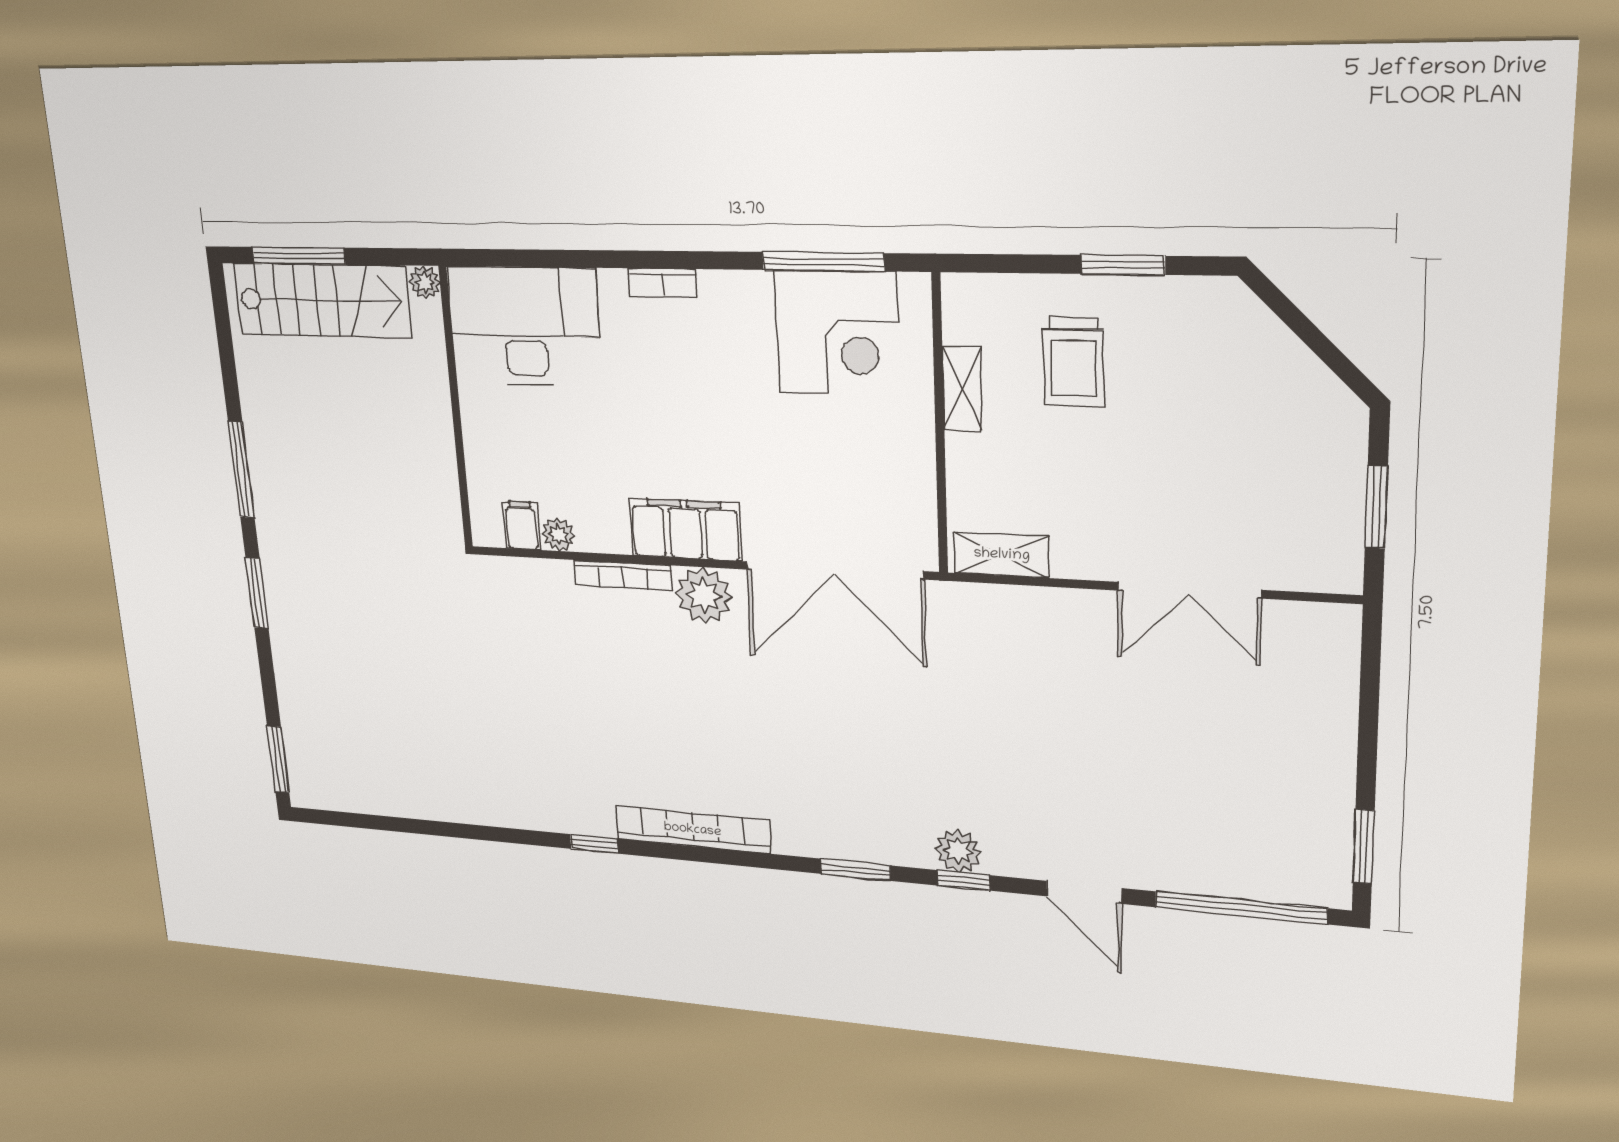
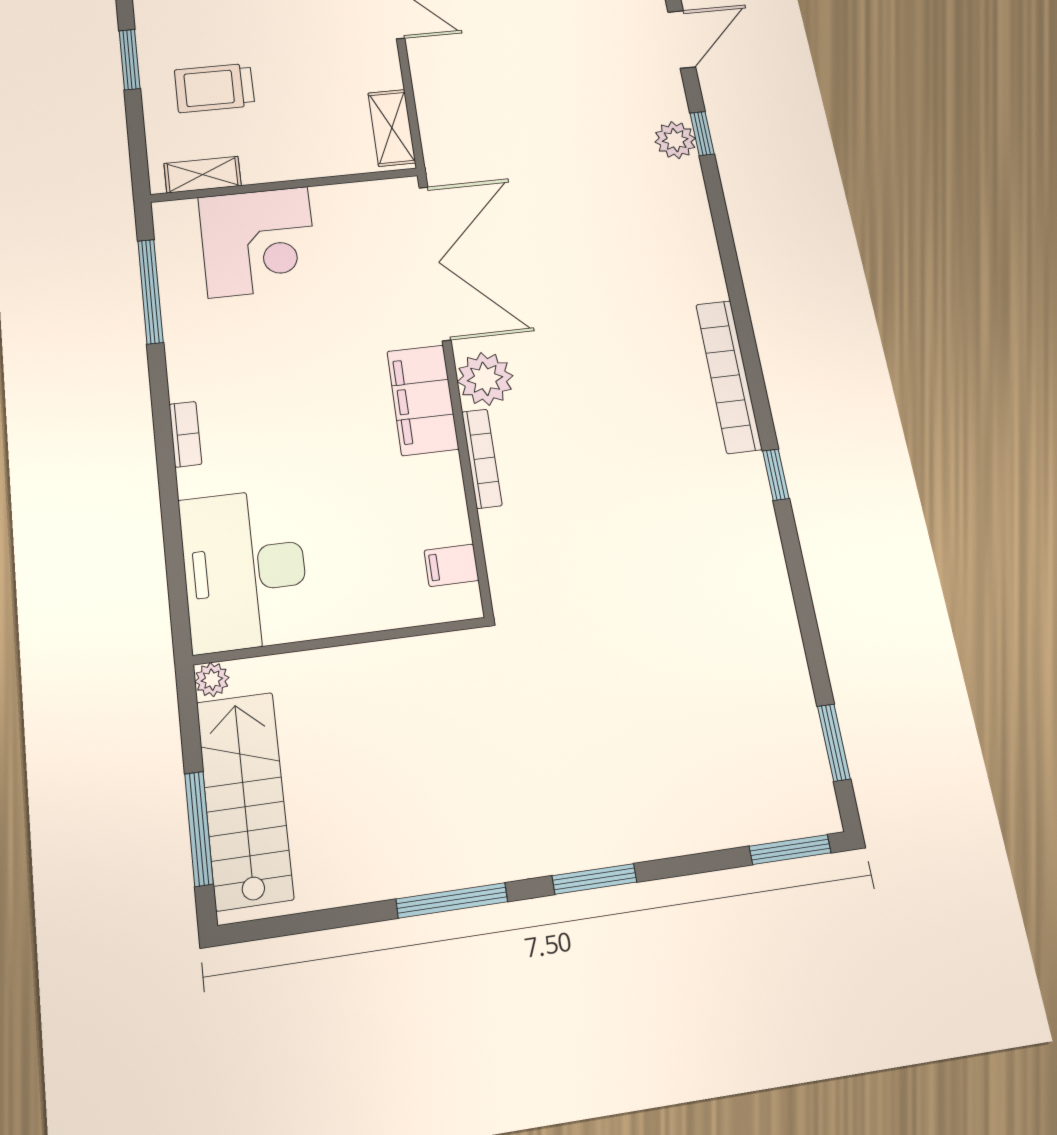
corner desk: (837, 333) -> (258, 242), moved, turned 90
trolley: (1074, 362) -> (214, 88), turned 180
shelving: (962, 389) -> (203, 175), moved
plant: (558, 534) -> (453, 526), removed
window: (855, 870) -> (834, 743), moved

